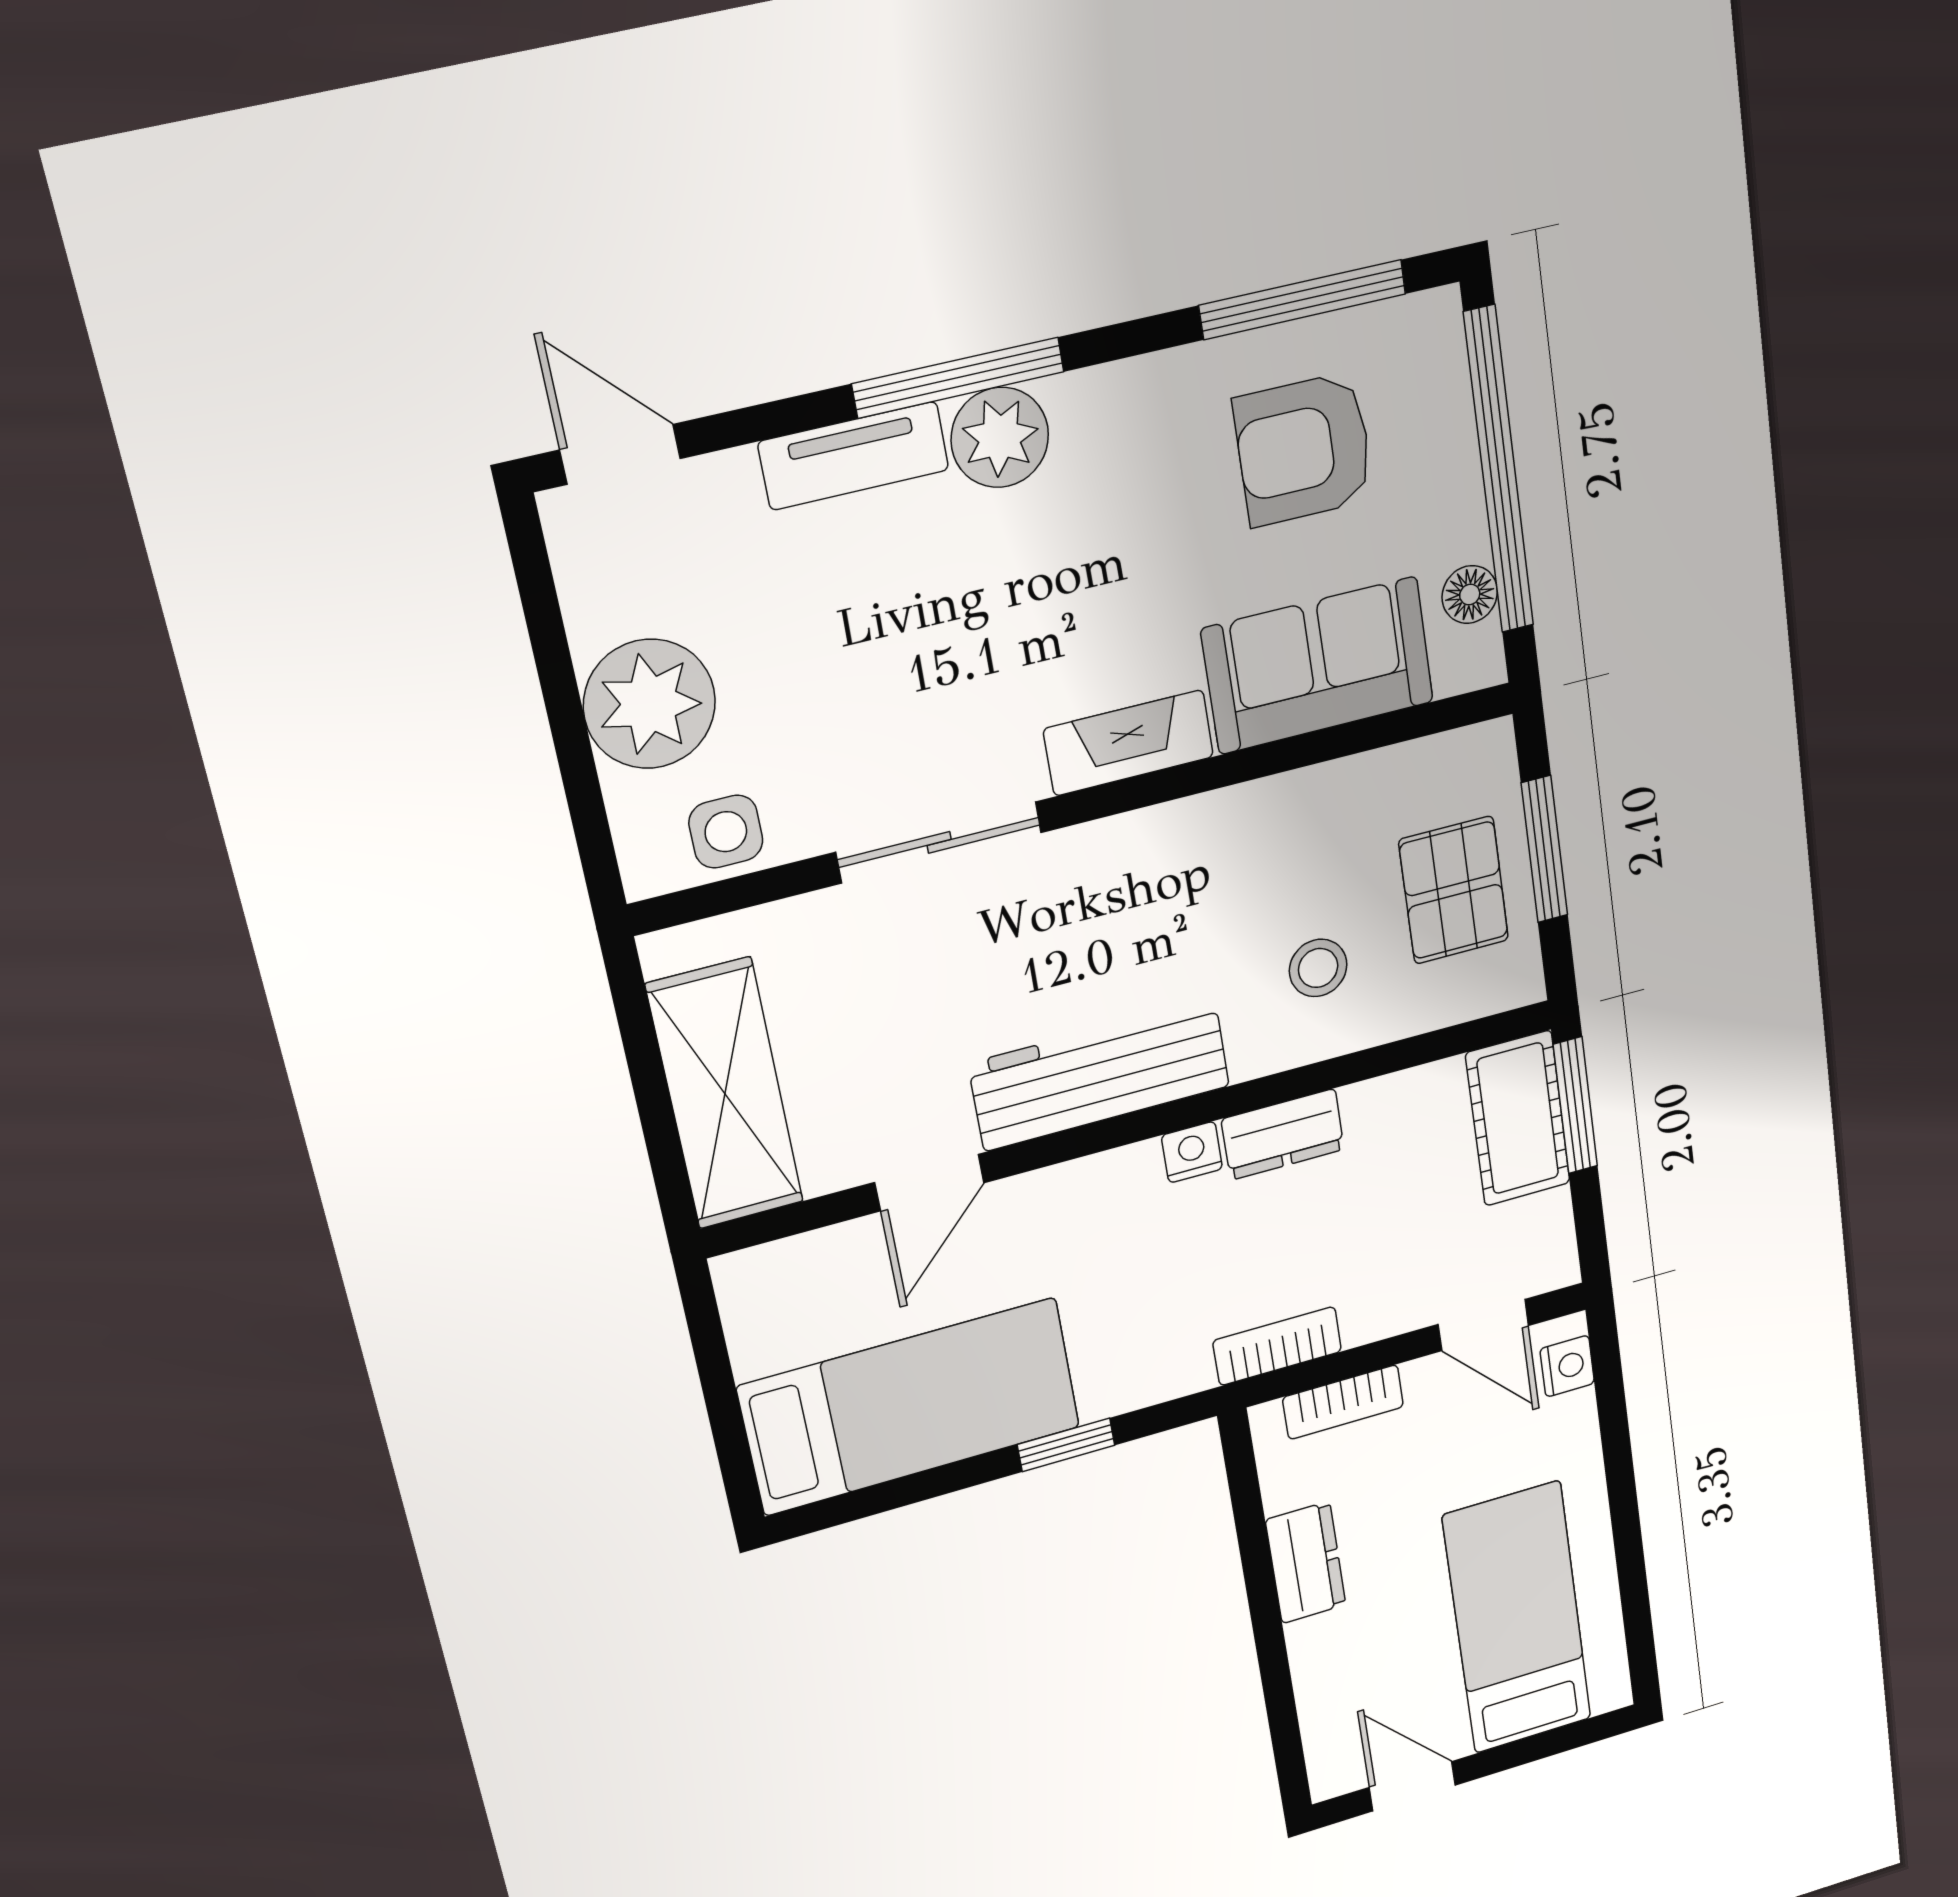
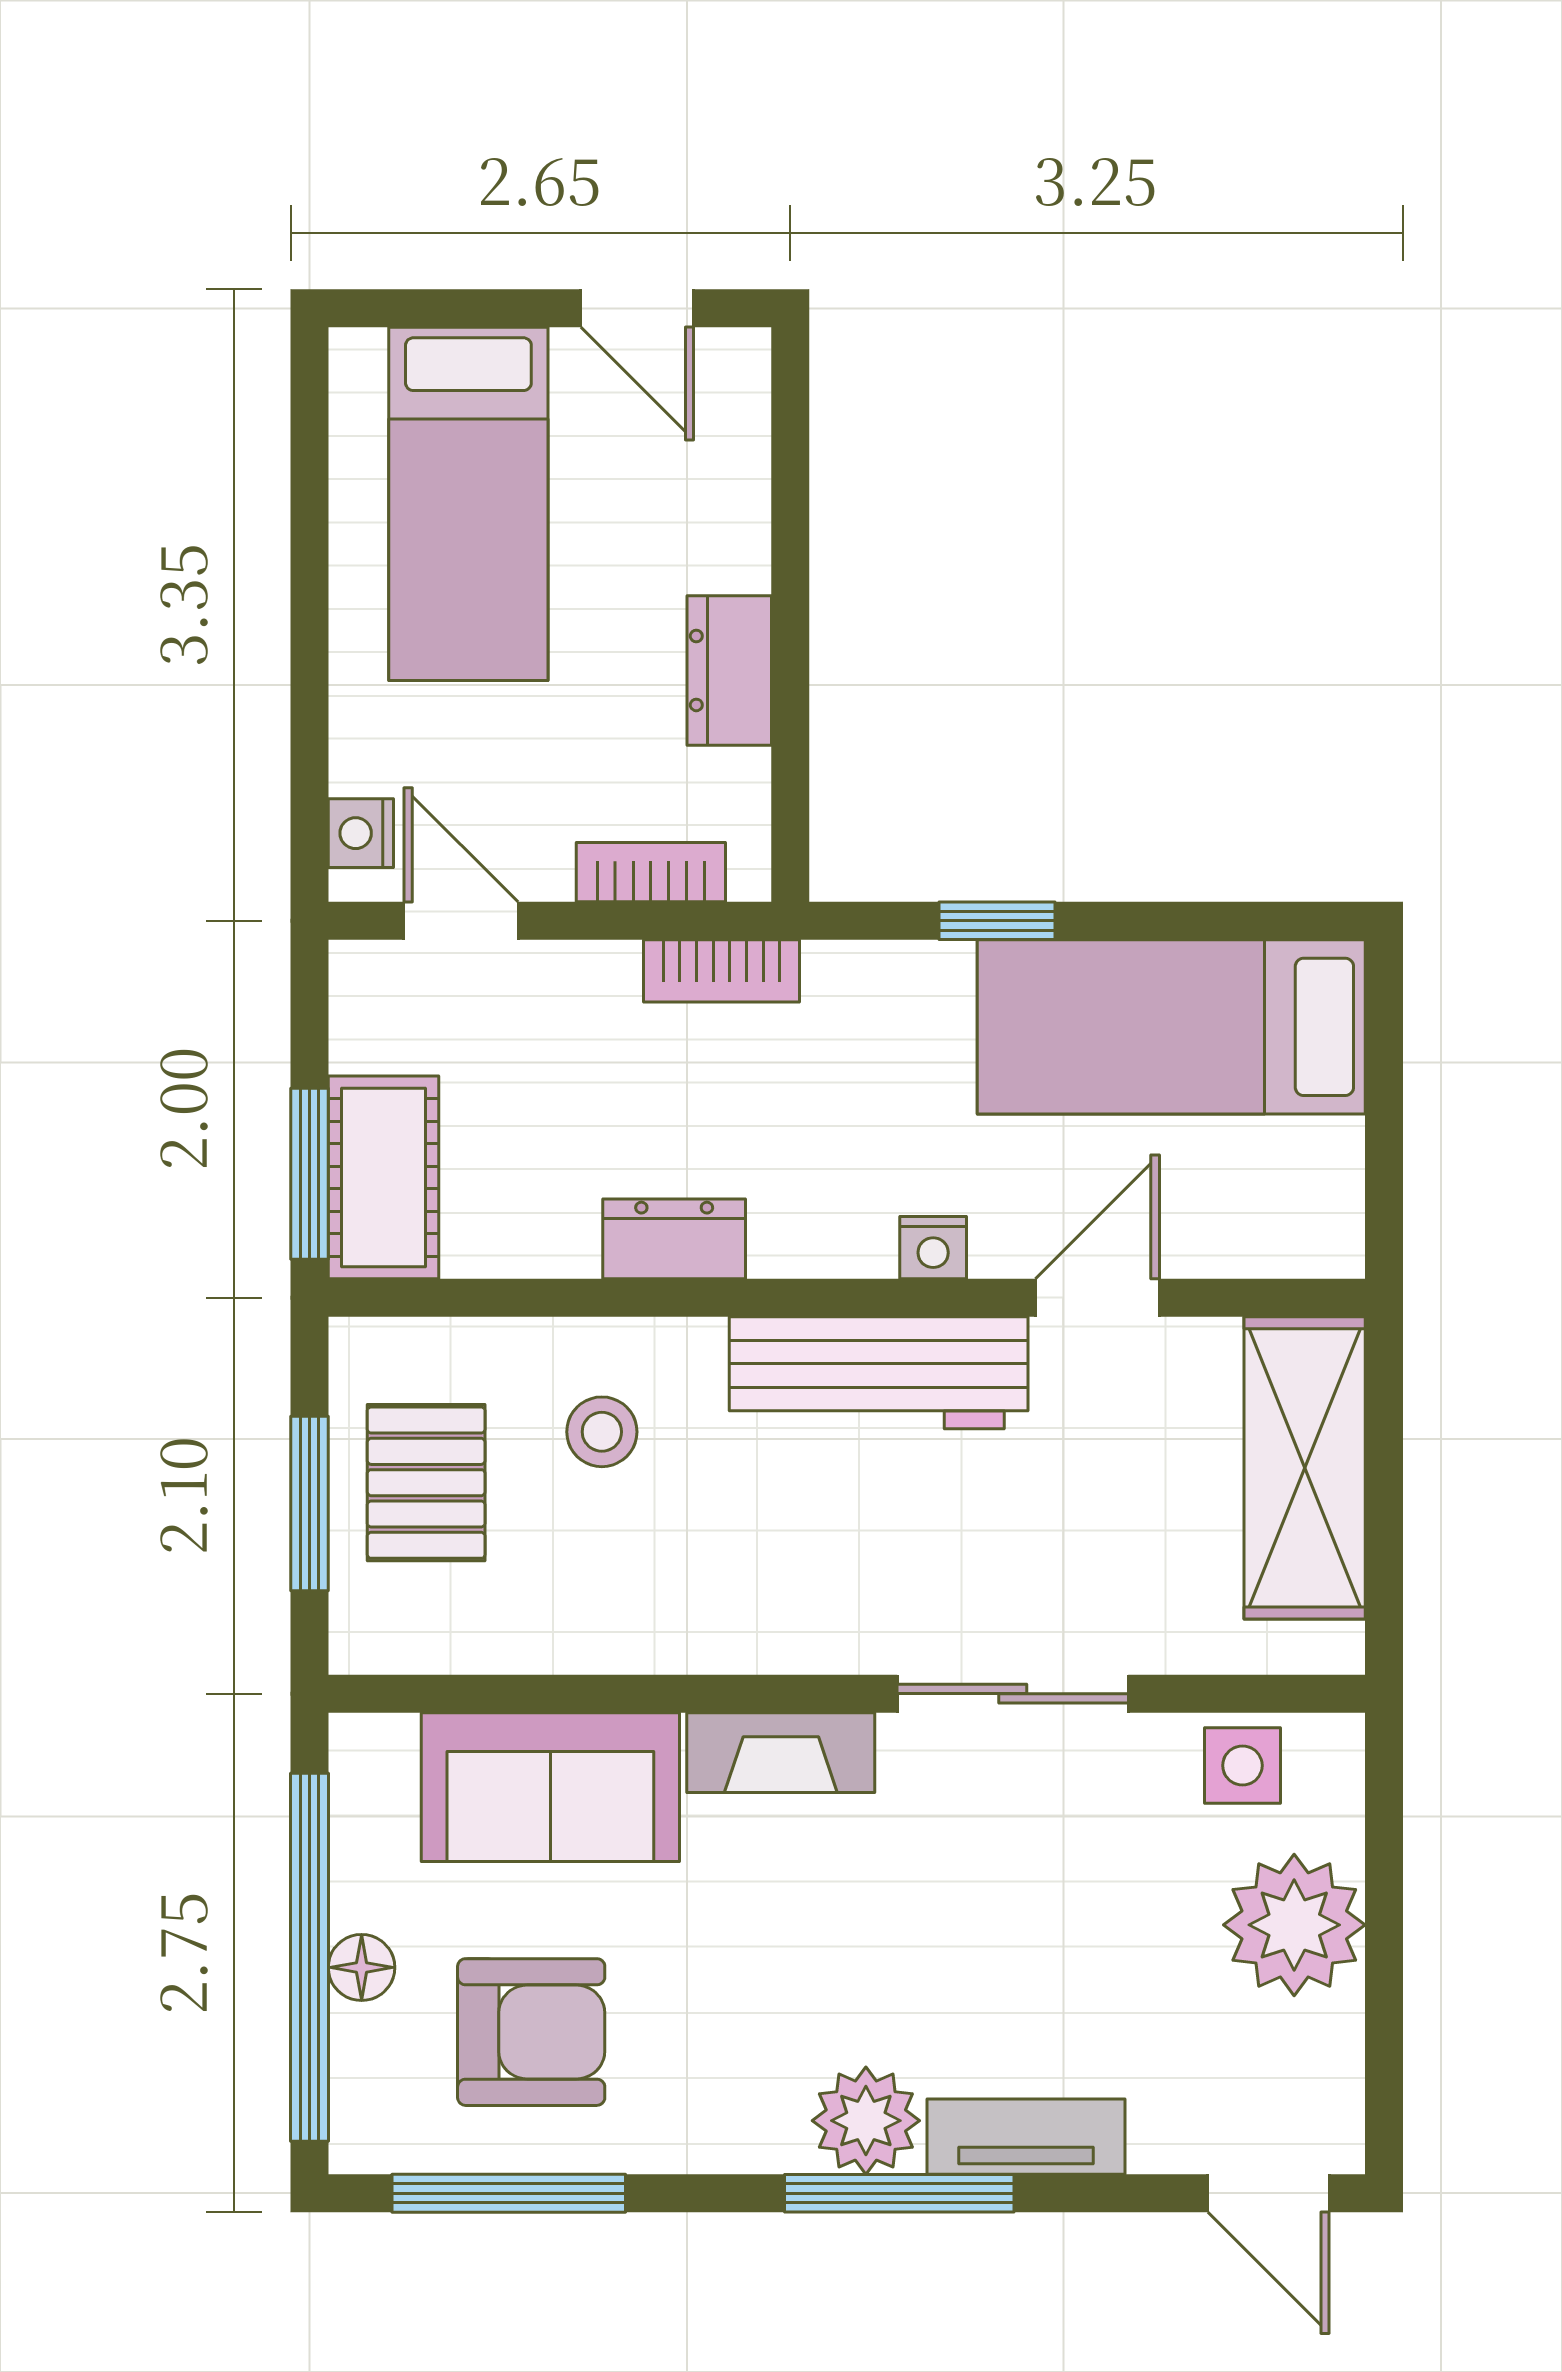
floor lamp: (1470, 594) -> (362, 1967), moved
nightstand: (1192, 1152) -> (933, 1248), moved

